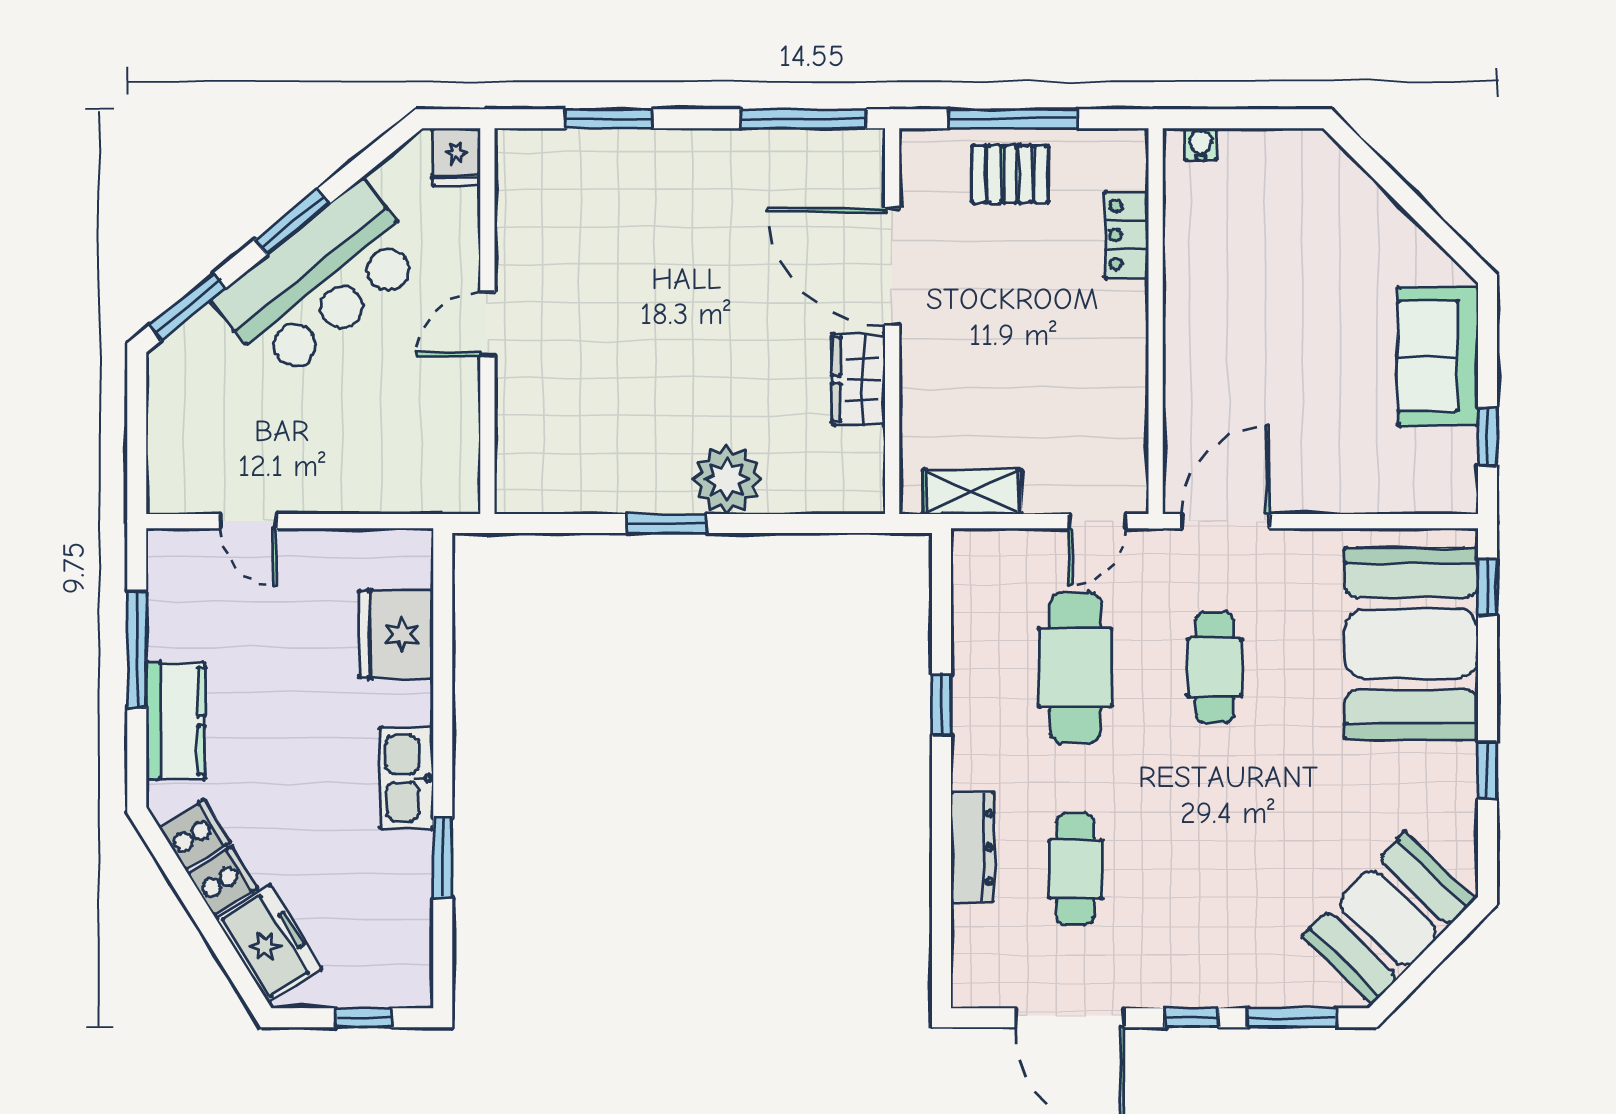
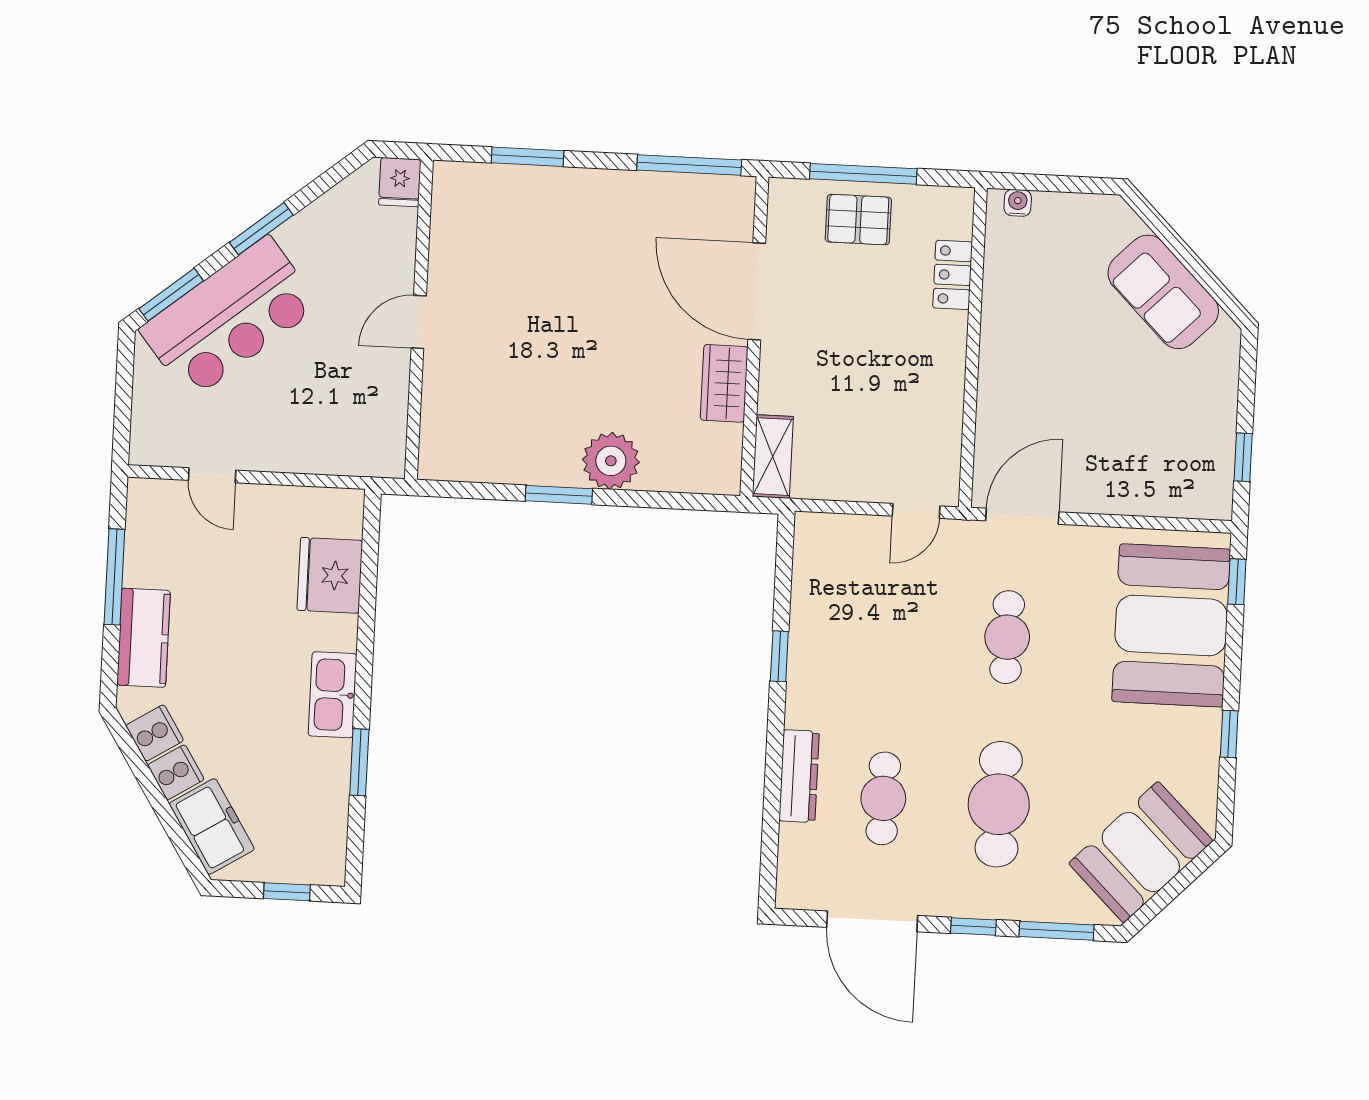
bar counter: (320, 281) -> (230, 318), moved
sofa: (1438, 356) -> (1163, 292), moved, turned -45
shelving: (972, 492) -> (773, 457), moved, turned 90
cafe table: (1075, 667) -> (999, 804), moved

